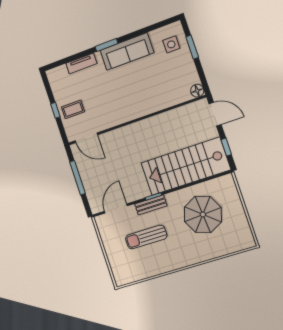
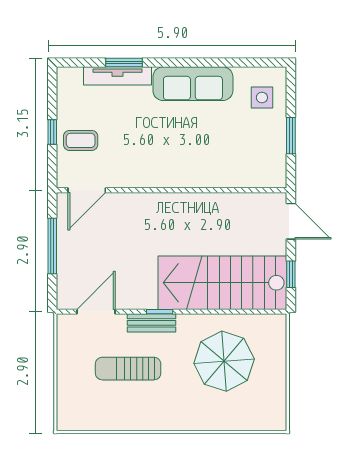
window: (106, 45) -> (124, 63), moved
window: (192, 47) -> (291, 136), moved
tv unit: (81, 63) -> (117, 76), width x1.41
floor lamp: (197, 91) -> (277, 178), removed
door: (86, 138) -> (87, 190), hinge flipped

